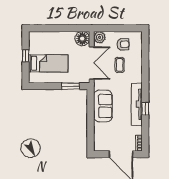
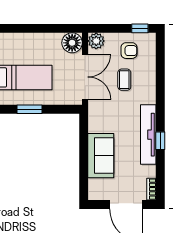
window: (131, 28) -> (140, 28), added
window: (71, 86) -> (29, 109), moved
sofa: (103, 106) -> (101, 156), moved

